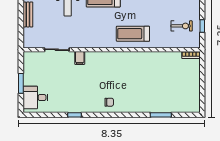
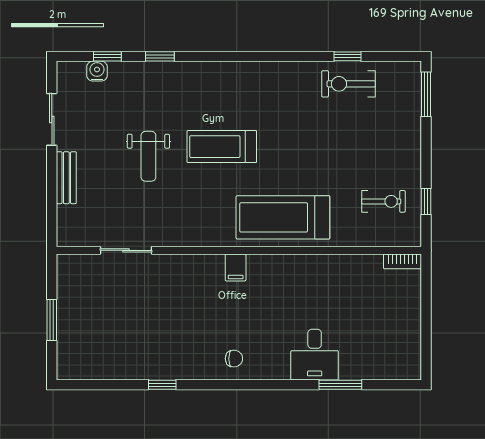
treadmill: (133, 34) -> (283, 217), width x1.37, depth x1.38
filing cabinet: (80, 58) -> (236, 267), moved
desk: (35, 98) -> (315, 355), moved, turned -90

